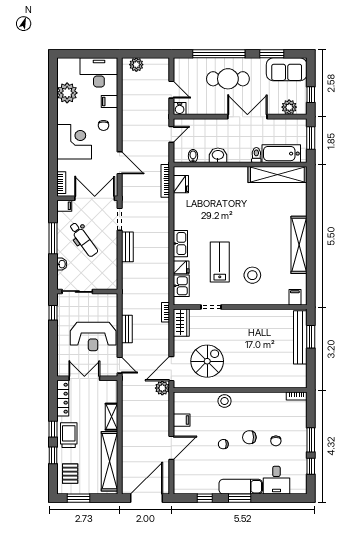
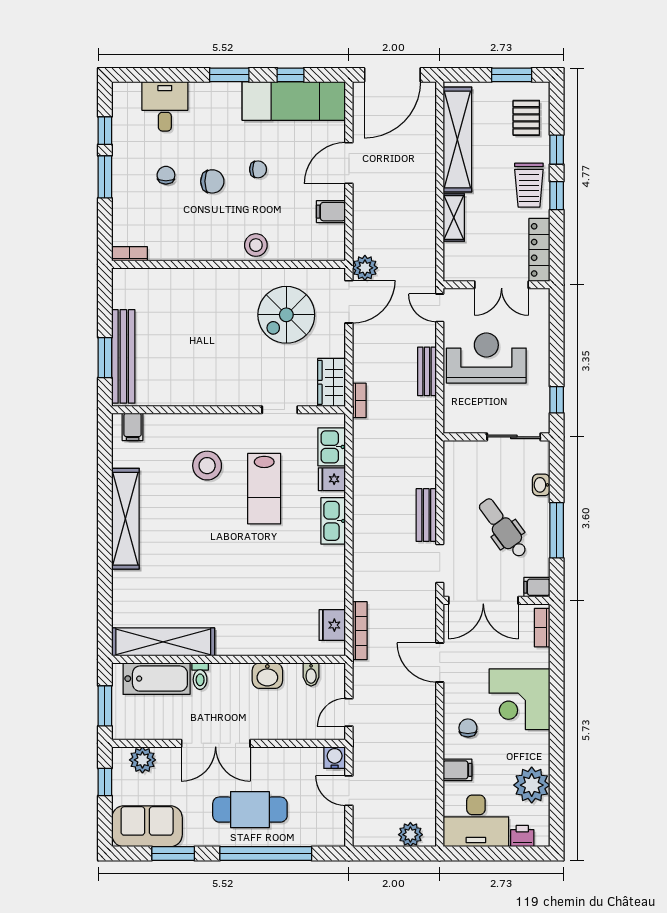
printer: (73, 64) -> (522, 836), added
exam couch: (241, 487) -> (294, 101), moved, width x1.36, depth x1.45

